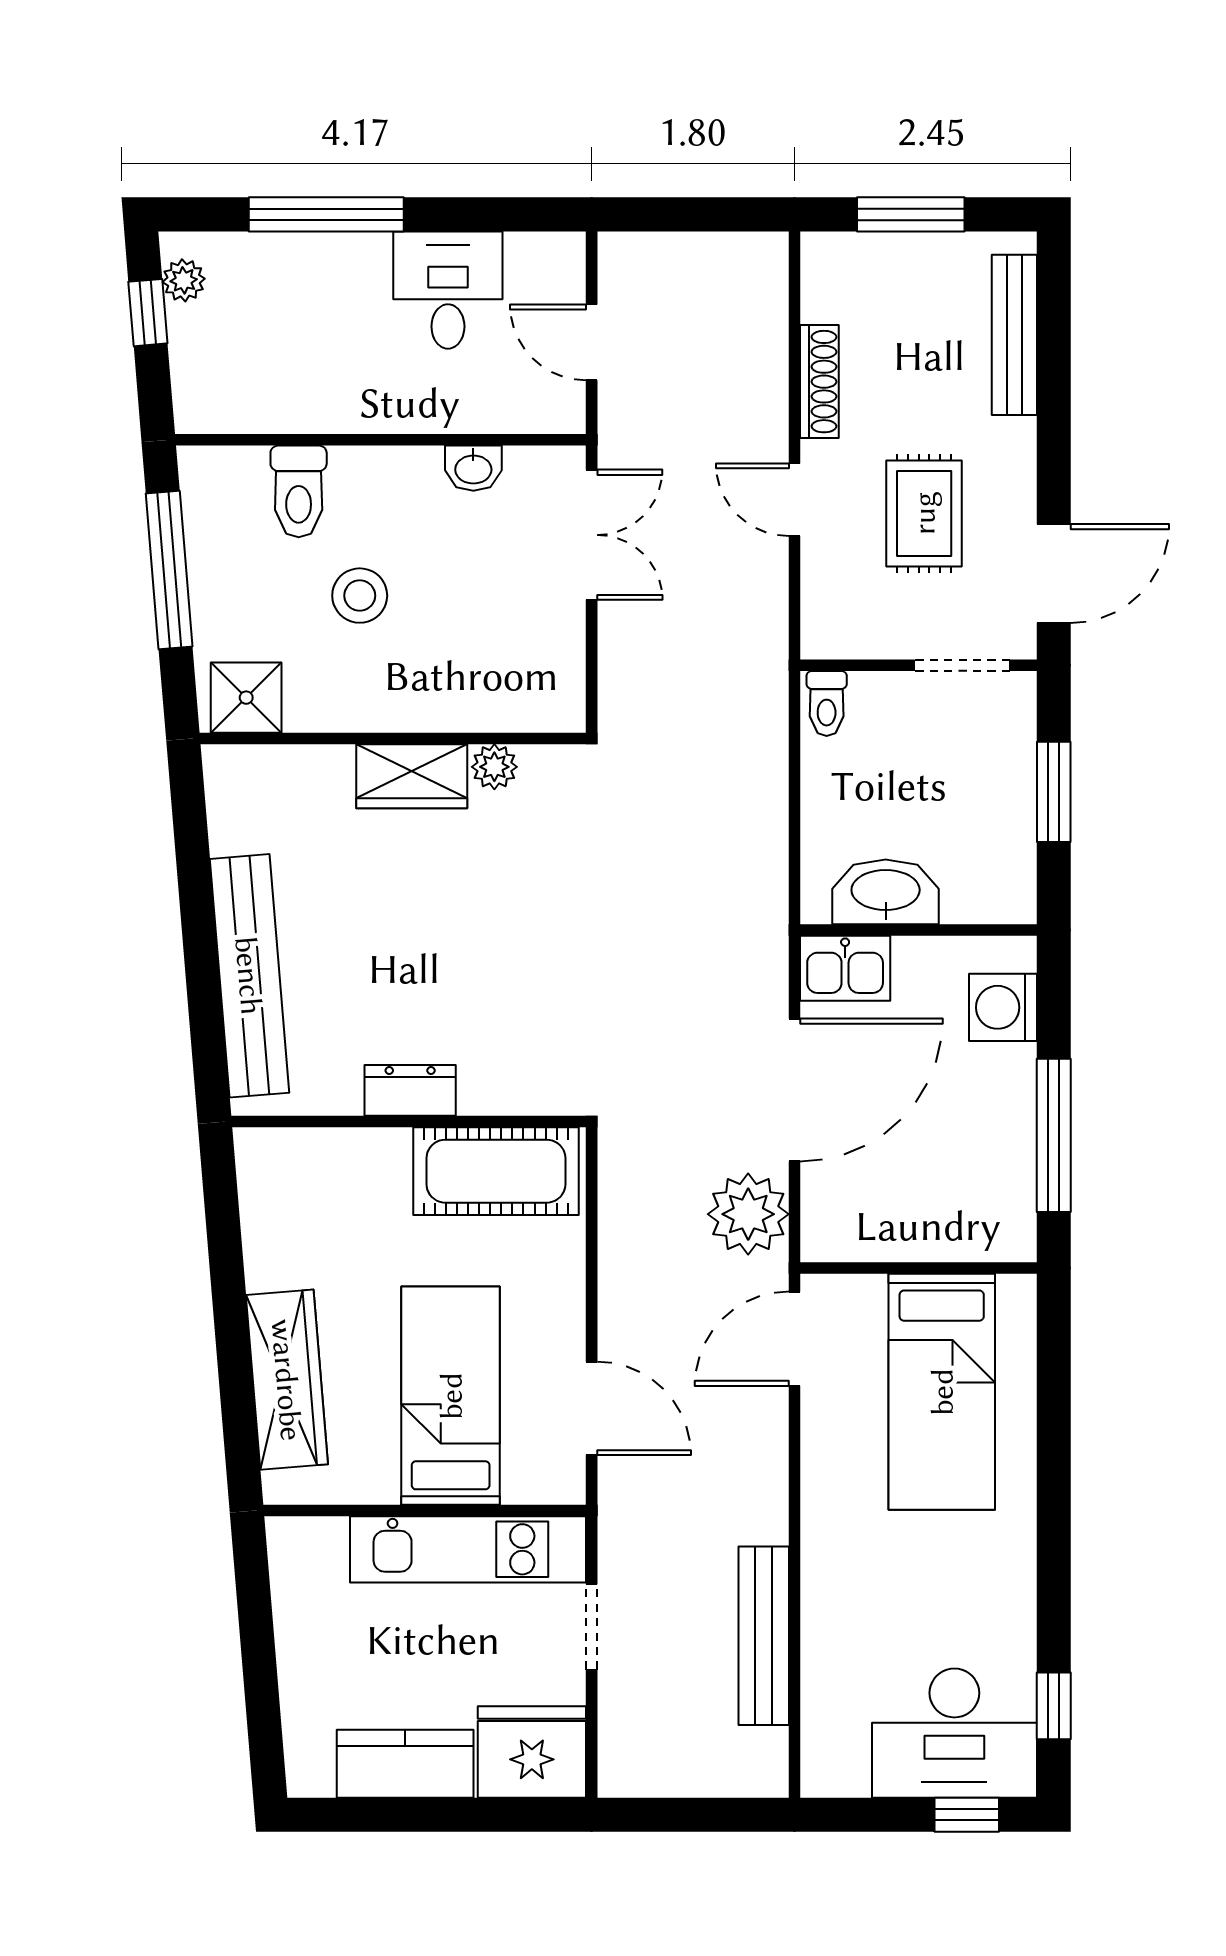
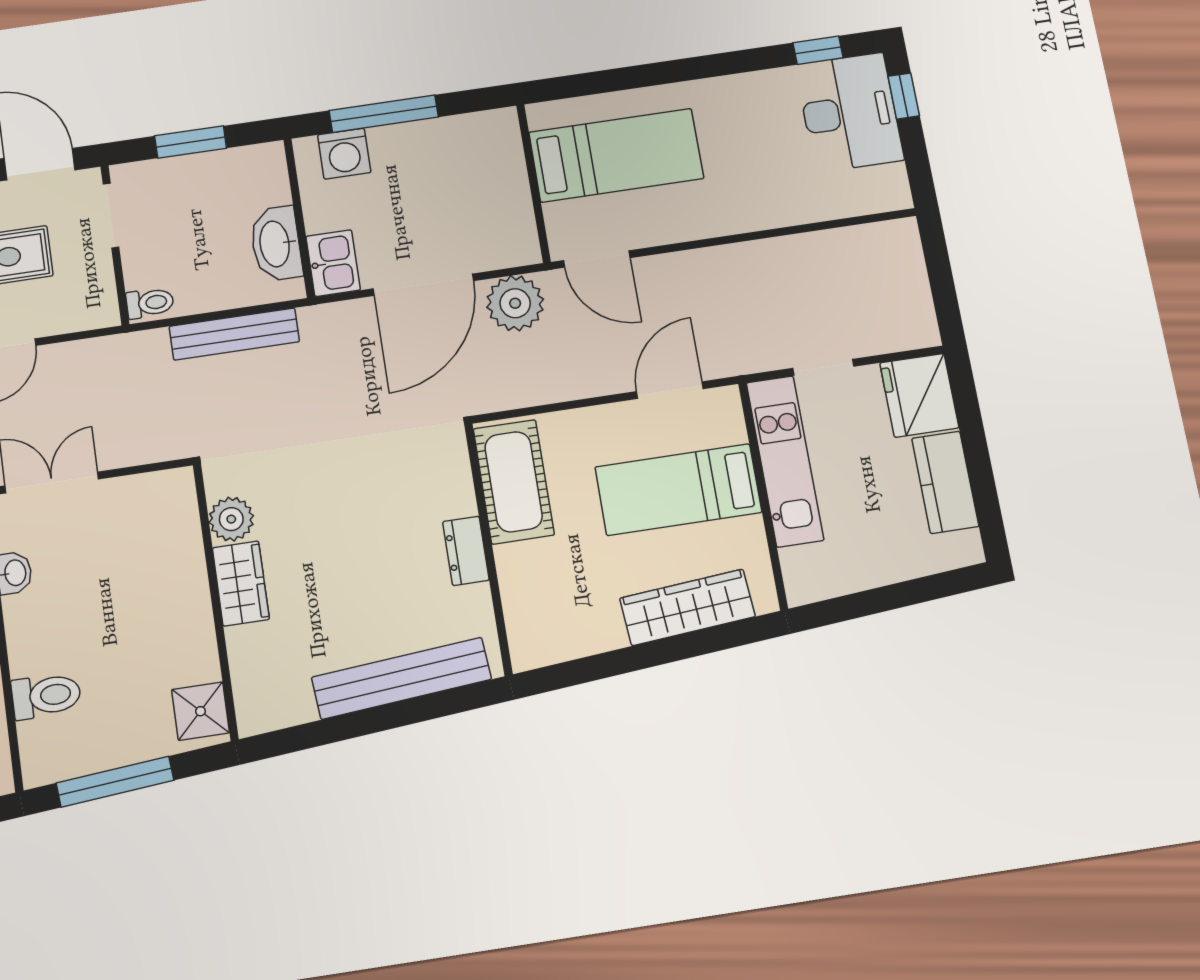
stool: (360, 596) -> (116, 640), removed
plant: (494, 767) -> (231, 519), width x1.38, depth x1.38
door: (794, 1090) -> (423, 285), swing flipped
window: (1054, 1135) -> (384, 114), moved
bench: (764, 1636) -> (234, 334), moved

